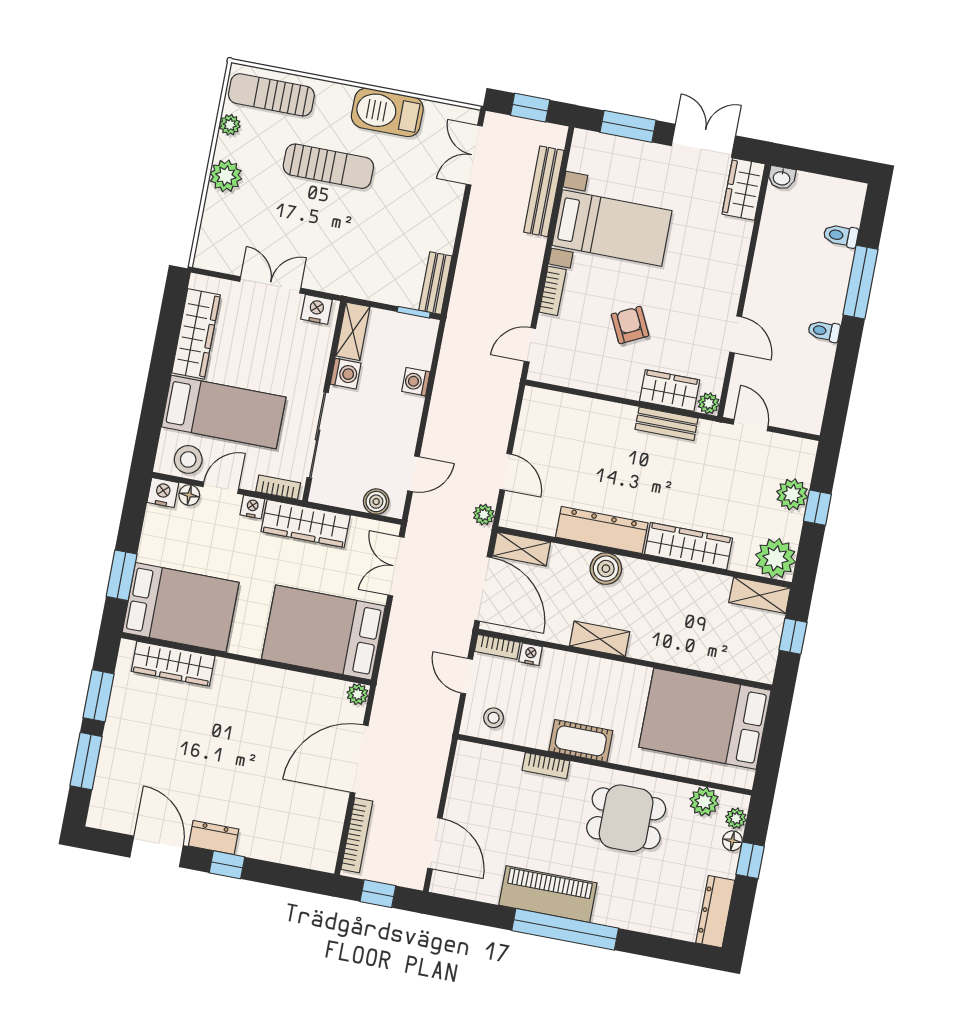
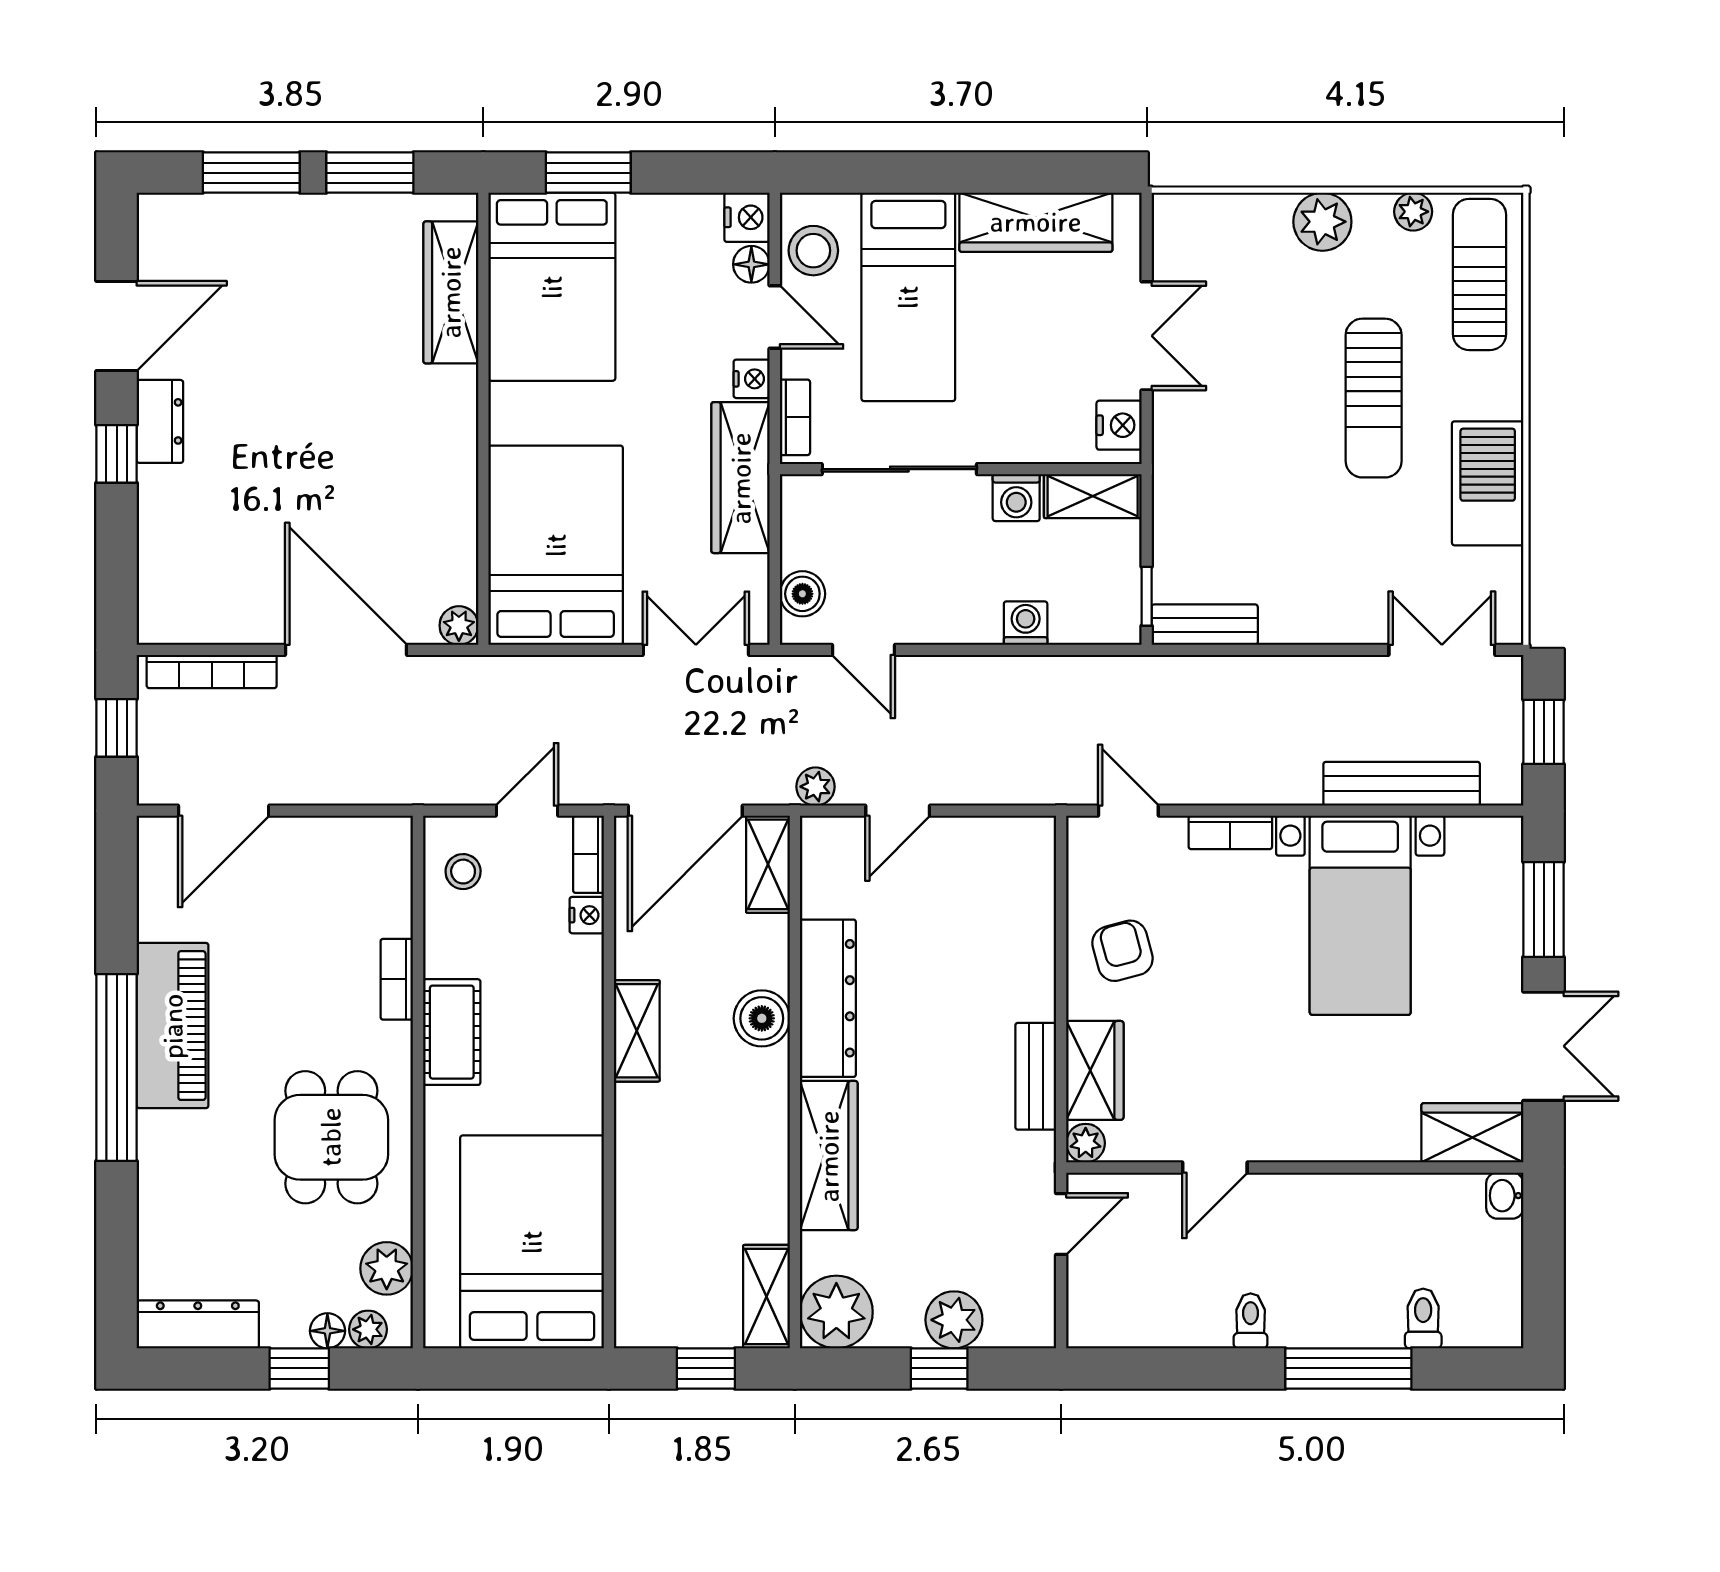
armchair: (630, 325) -> (1122, 951), moved, turned -79

